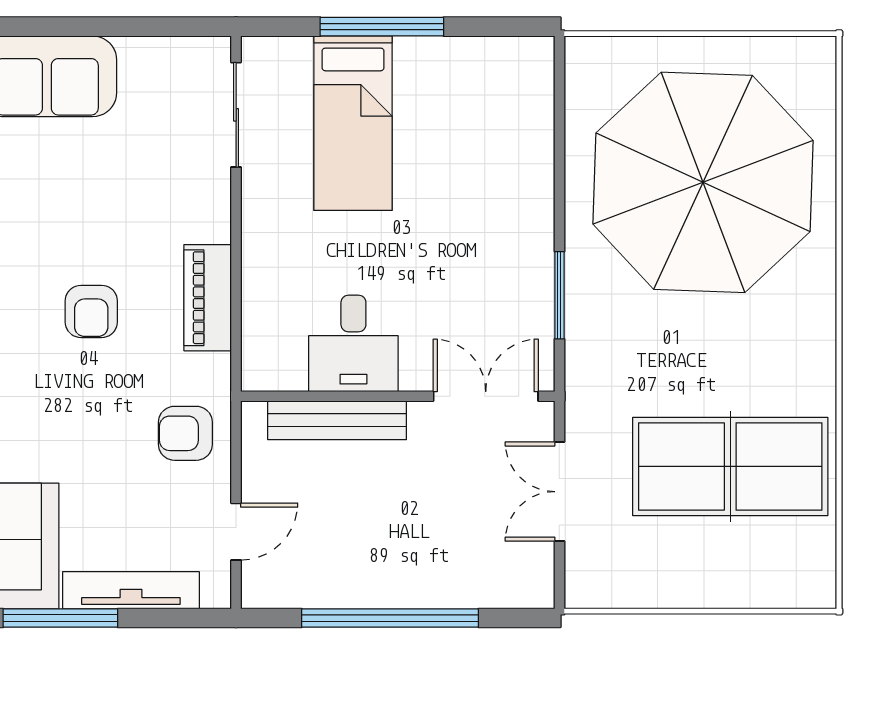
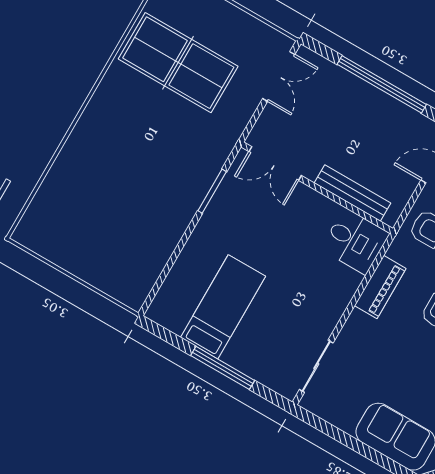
bed: (353, 123) -> (223, 307), moved
parasol: (703, 182) -> (113, 205), removed
desk: (353, 343) -> (355, 241), moved, turned 90
double door: (559, 492) -> (279, 76), moved

